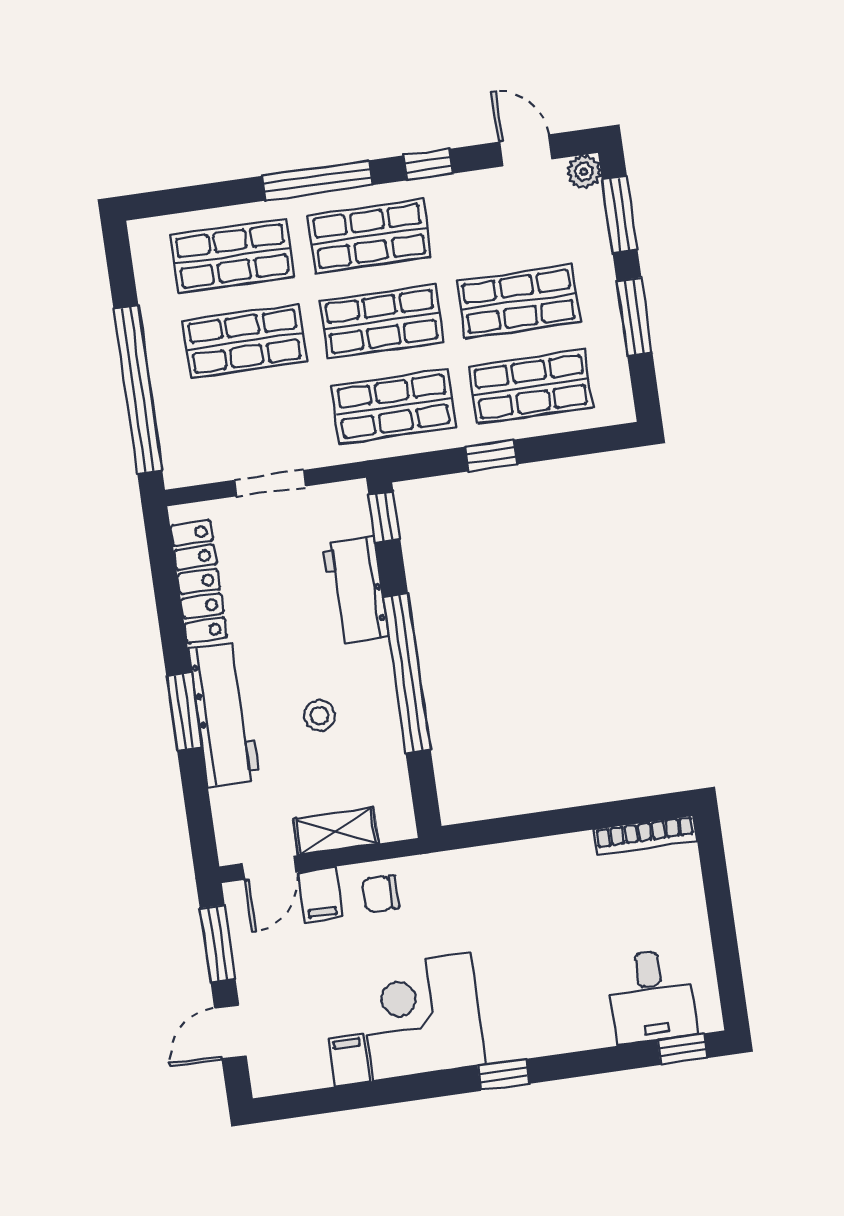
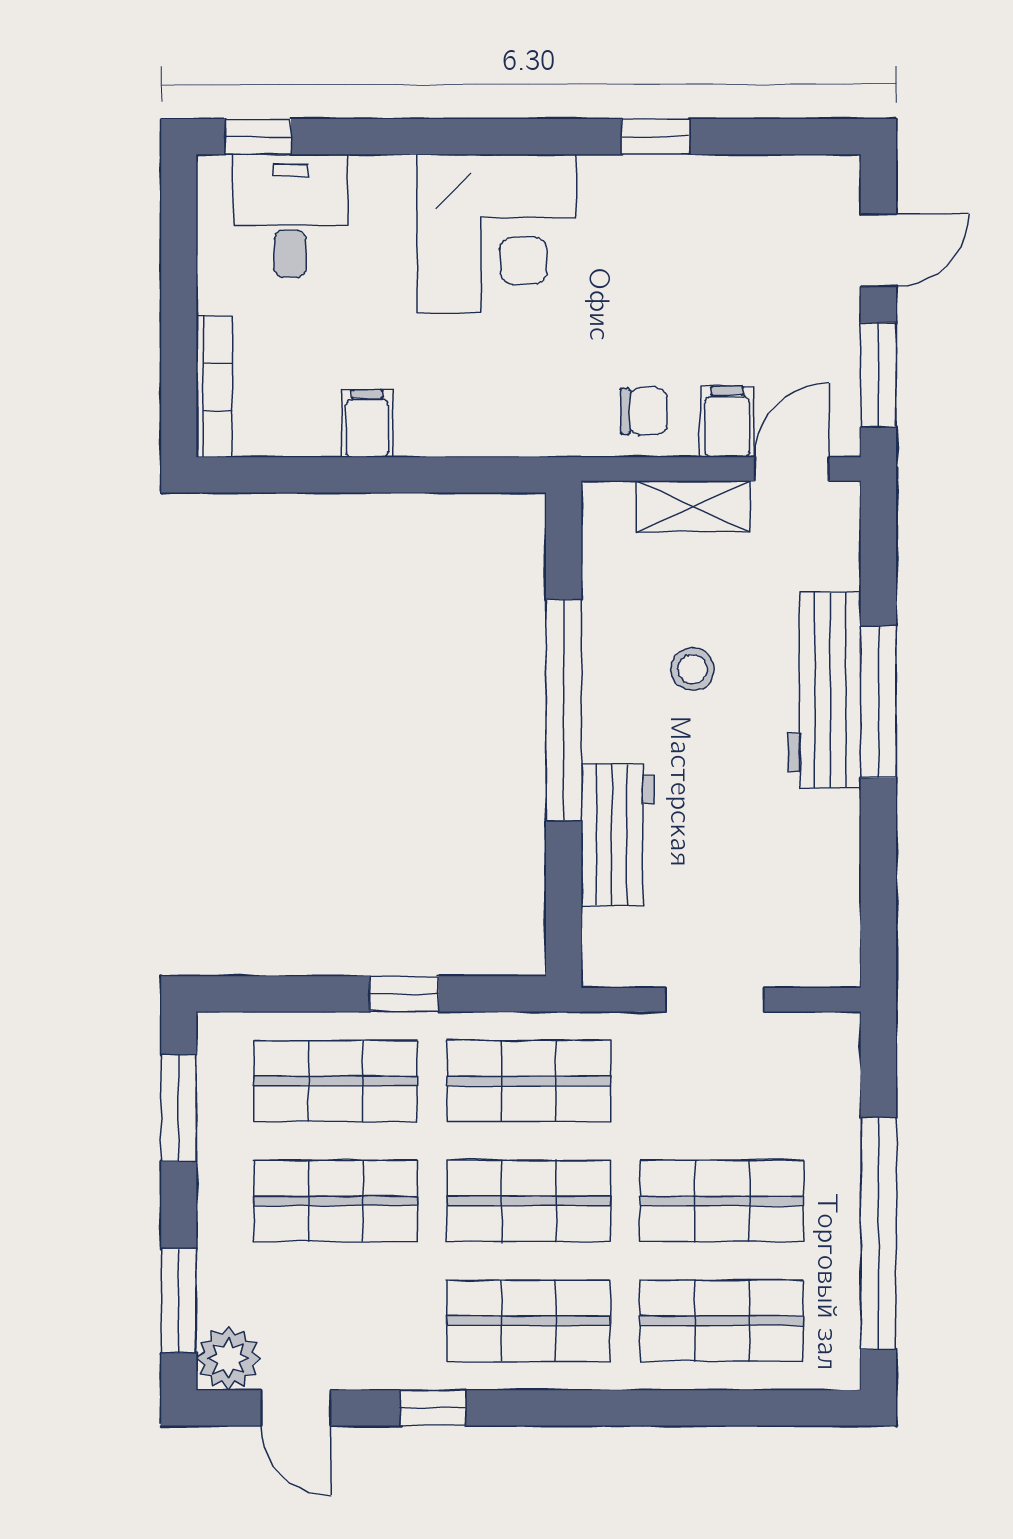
plant: (584, 172) -> (228, 1358), width x1.38, depth x1.38
window: (317, 181) -> (589, 1408), removed
window: (634, 317) -> (179, 1108), moved
window: (138, 390) -> (878, 1233), moved
window: (384, 517) -> (564, 930), removed
locker: (199, 582) -> (833, 878), removed
window: (184, 711) -> (878, 702), width x1.44
bookcase: (645, 835) -> (214, 387), moved, turned 90
corner desk: (422, 1016) -> (496, 234), moved
filing cabinet: (349, 1060) -> (367, 424), moved, turned 180
window: (503, 1075) -> (656, 137), moved

